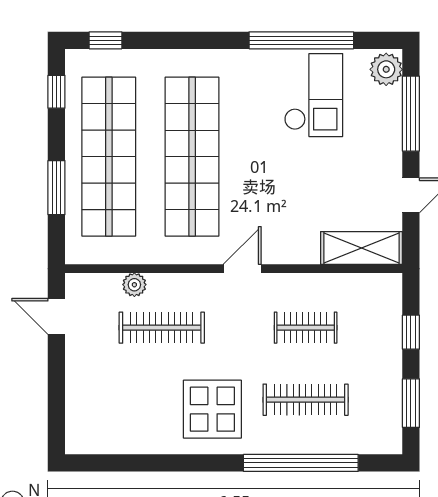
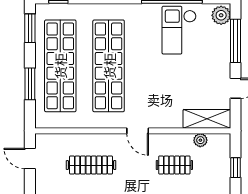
window: (56, 92) -> (30, 28), width x1.50
checkout: (314, 95) -> (179, 30), turned 180
door: (242, 269) -> (138, 131), swing flipped
plant: (134, 285) -> (200, 140), moved

